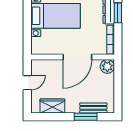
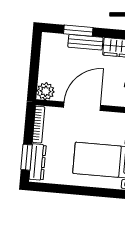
bench: (93, 108) -> (85, 42), moved

